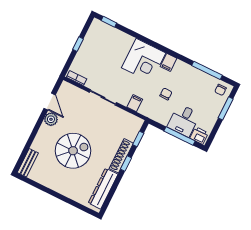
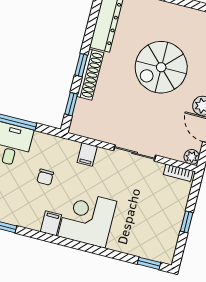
plant: (65, 87) -> (192, 157), added

